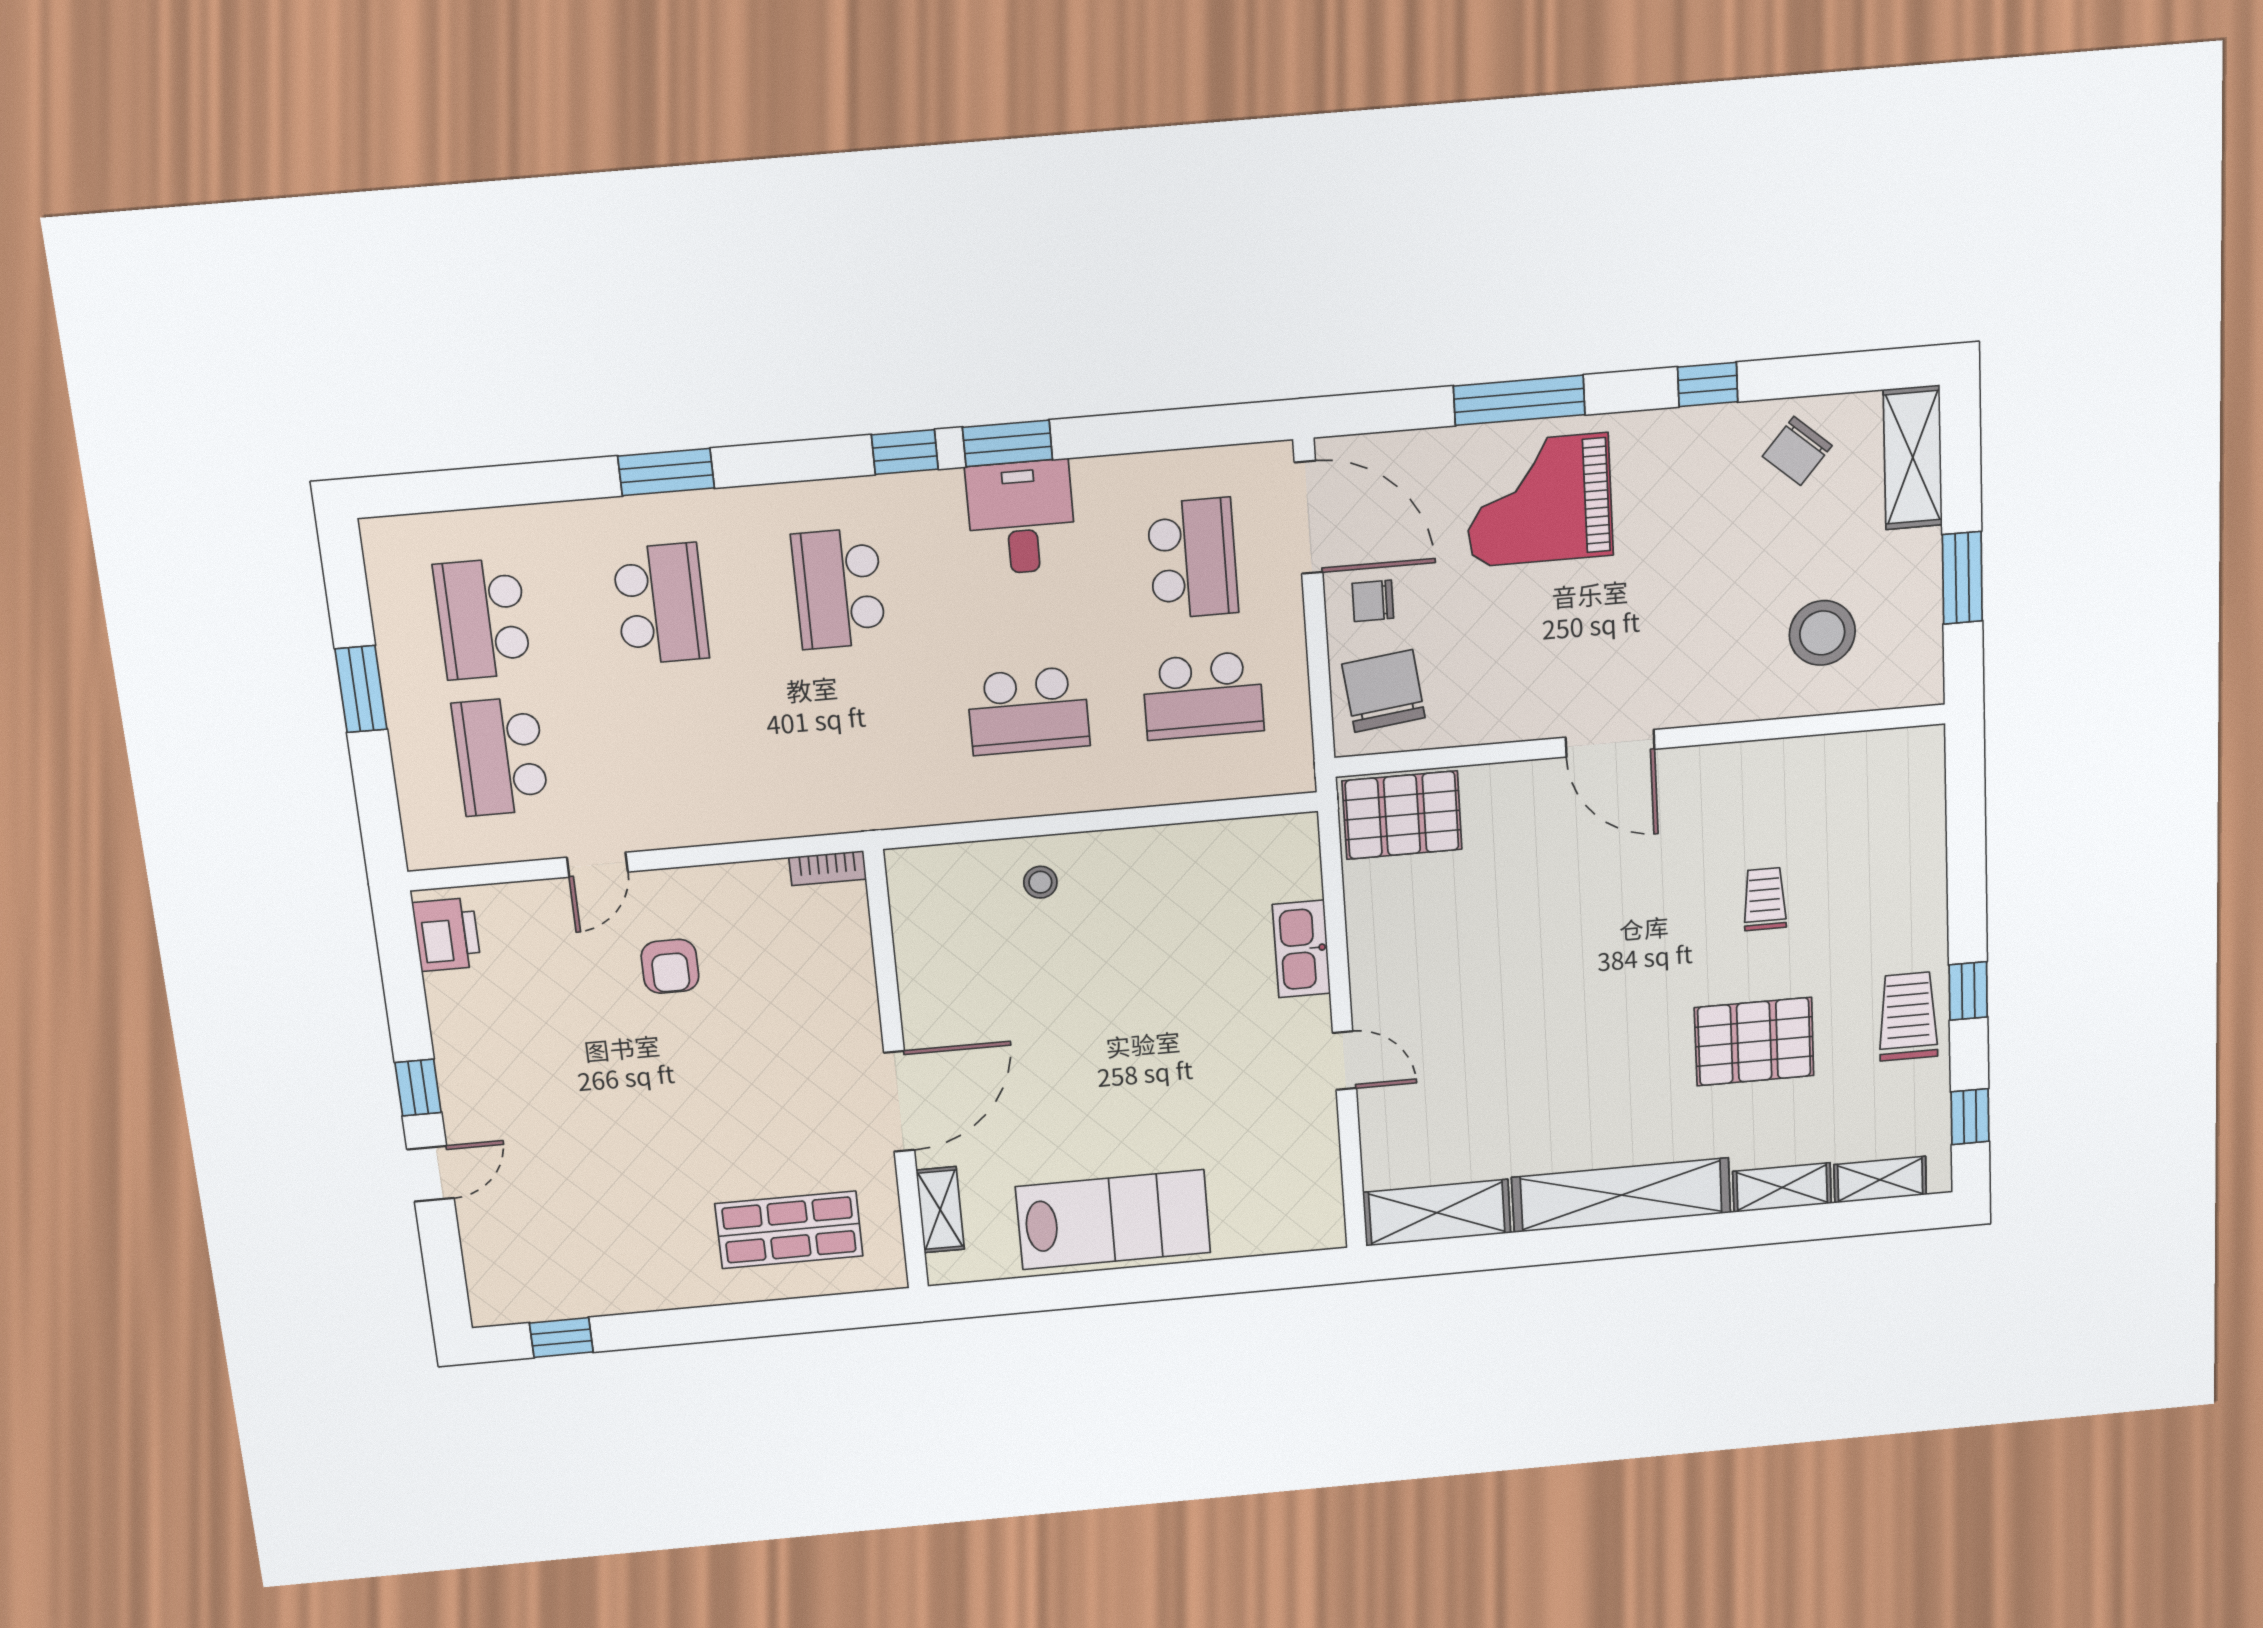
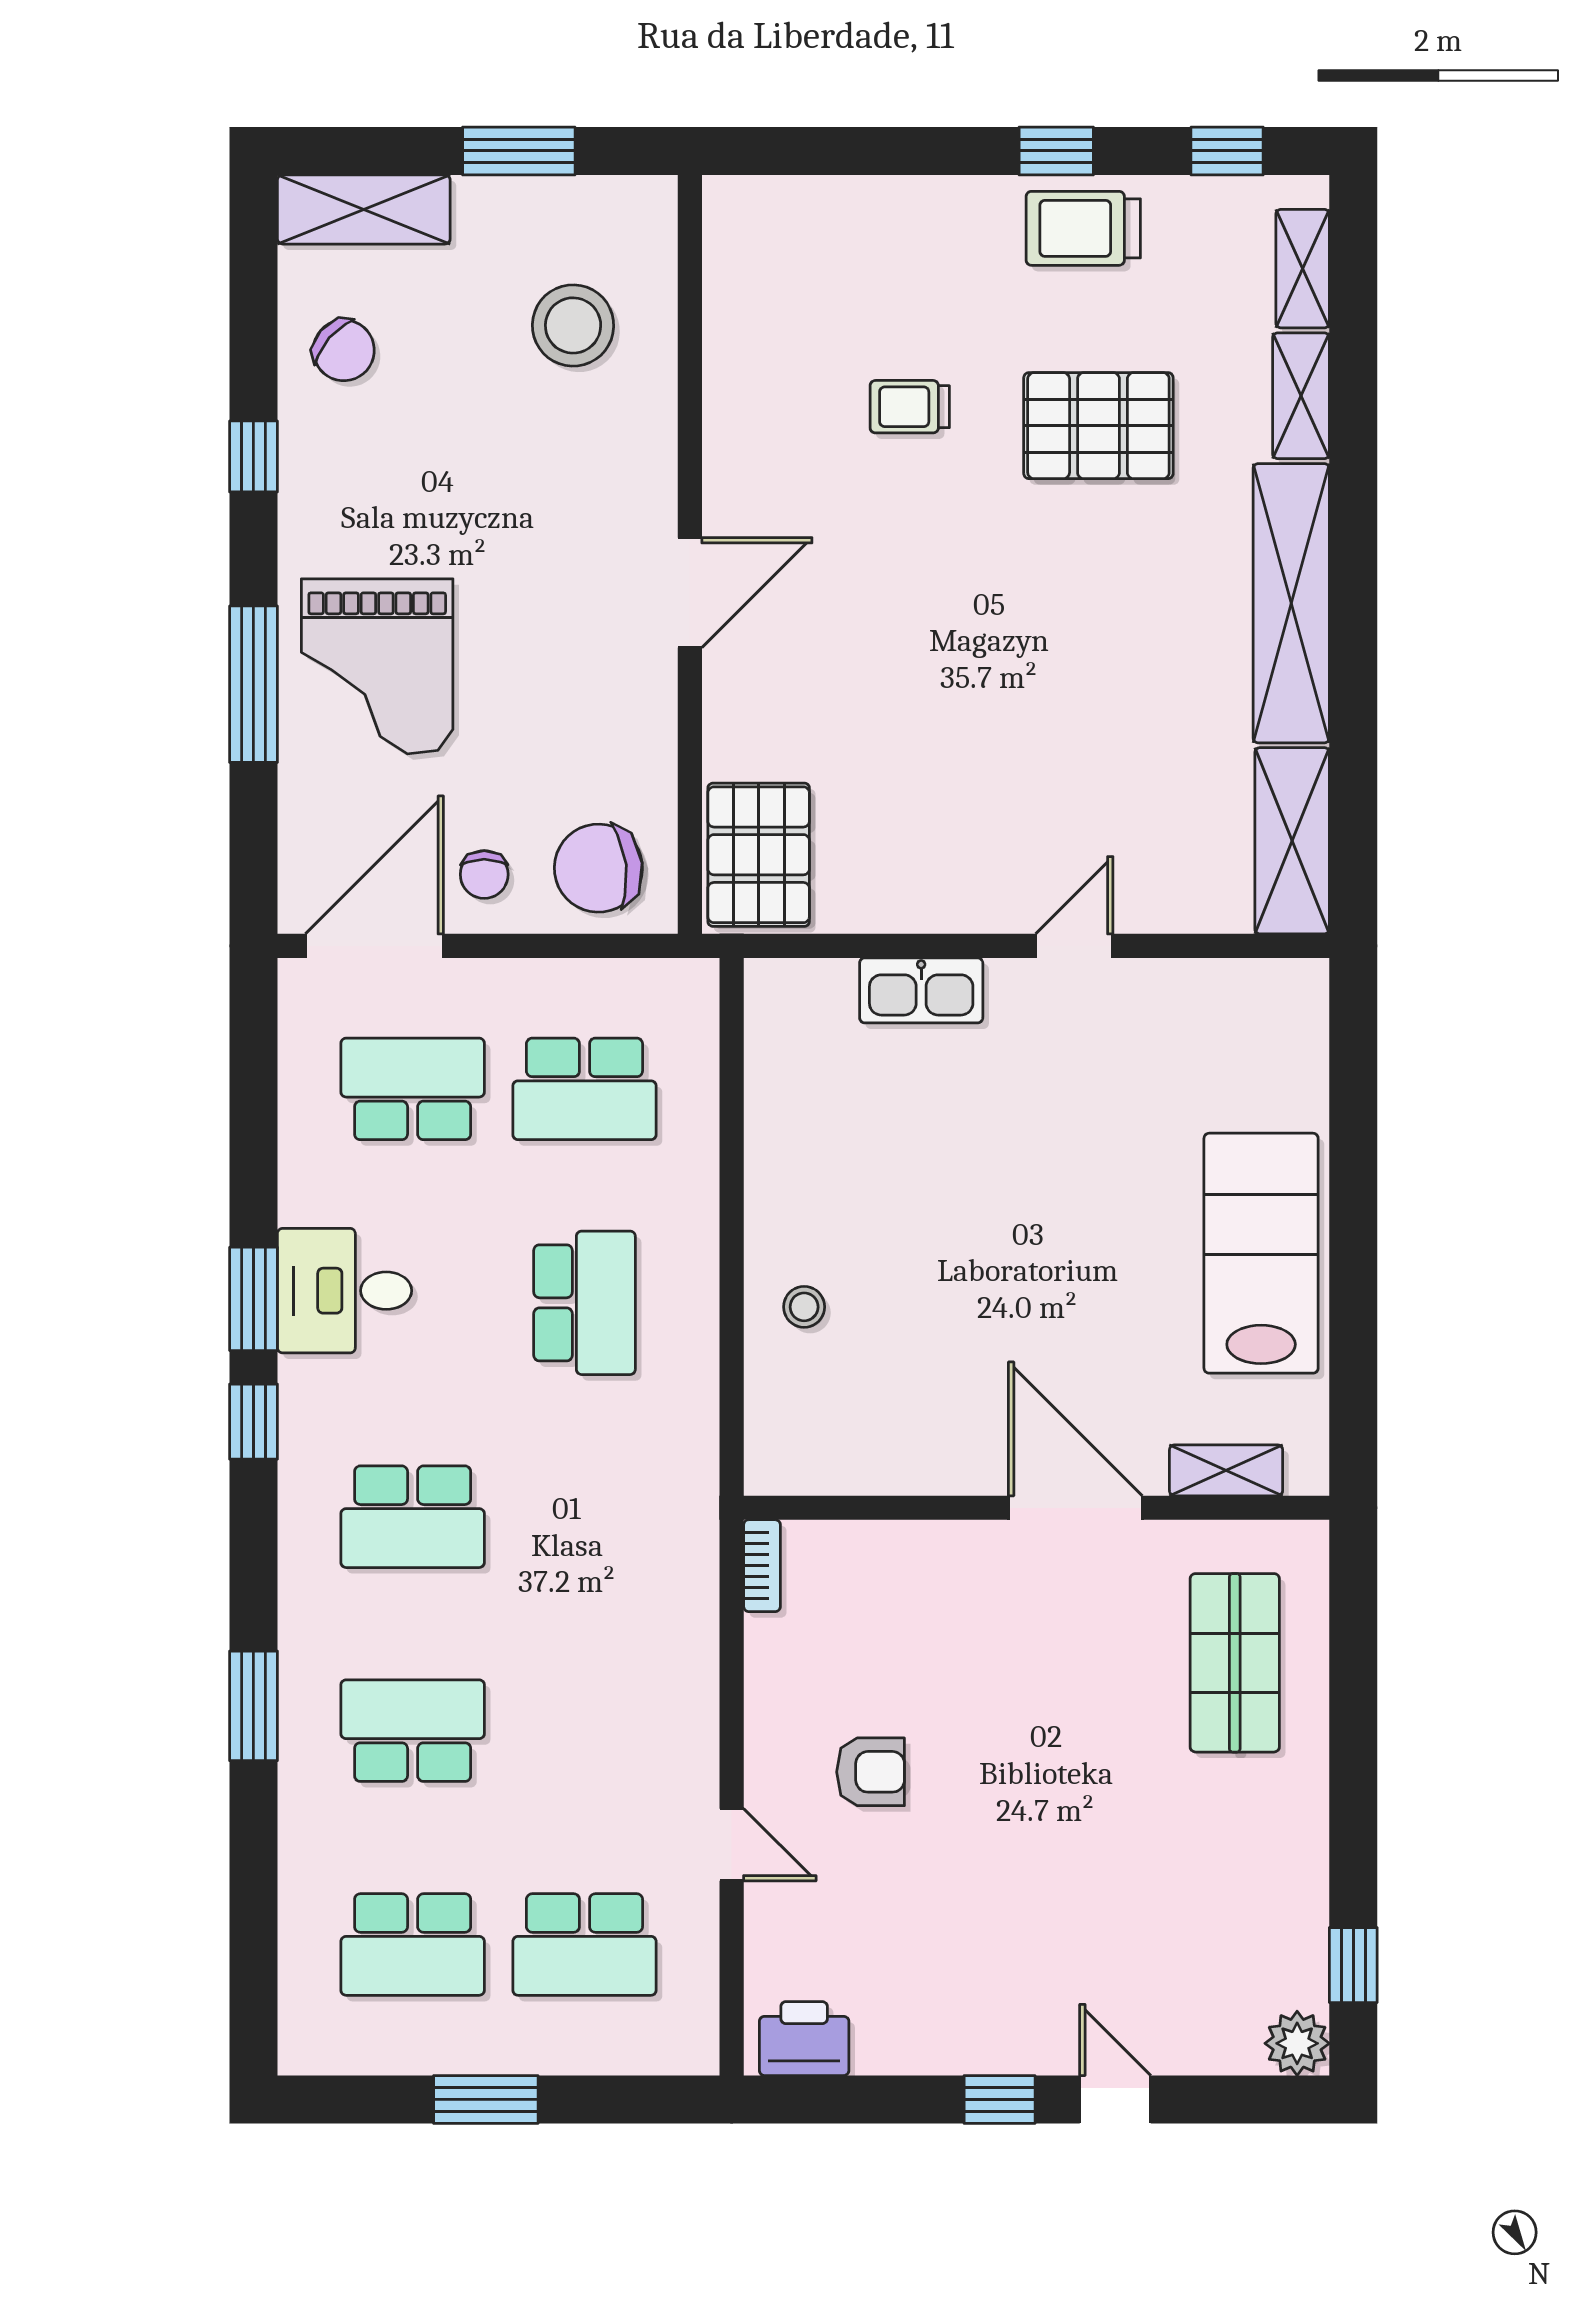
school desk: (1203, 696) -> (584, 1089), turned 90
pallet: (1754, 1042) -> (1098, 426), turned 90
plant: (494, 1303) -> (1297, 2043), added

